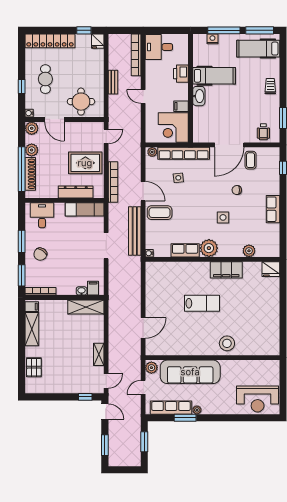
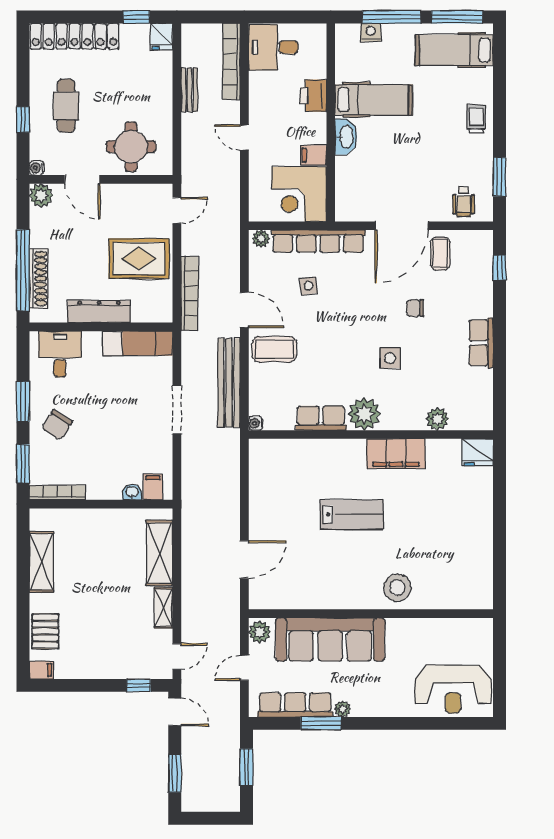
bench: (113, 82) -> (189, 90), moved
plant: (32, 150) -> (41, 235), removed
dresser: (76, 192) -> (99, 312), moved
filing cabinet: (32, 307) -> (41, 670), moved
shelving: (86, 307) -> (160, 553), moved, turned 90

